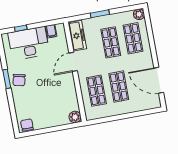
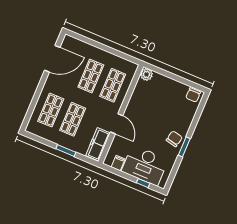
plant: (139, 14) -> (32, 128), removed
door: (73, 62) -> (117, 124), hinge flipped
door: (159, 80) -> (52, 59), hinge flipped

